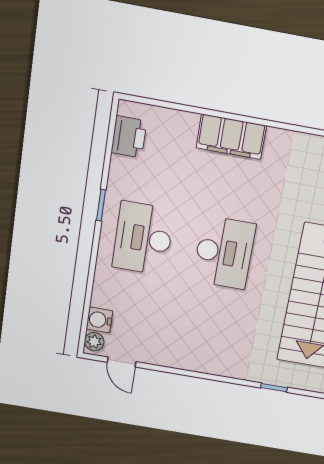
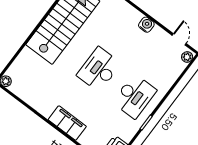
water cooler: (99, 320) -> (146, 25), moved, turned -90

